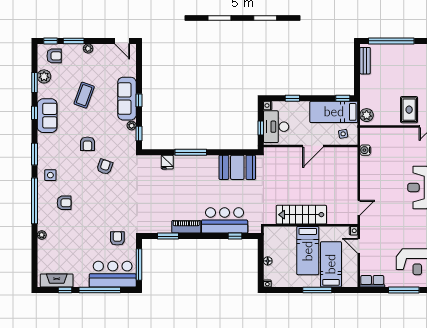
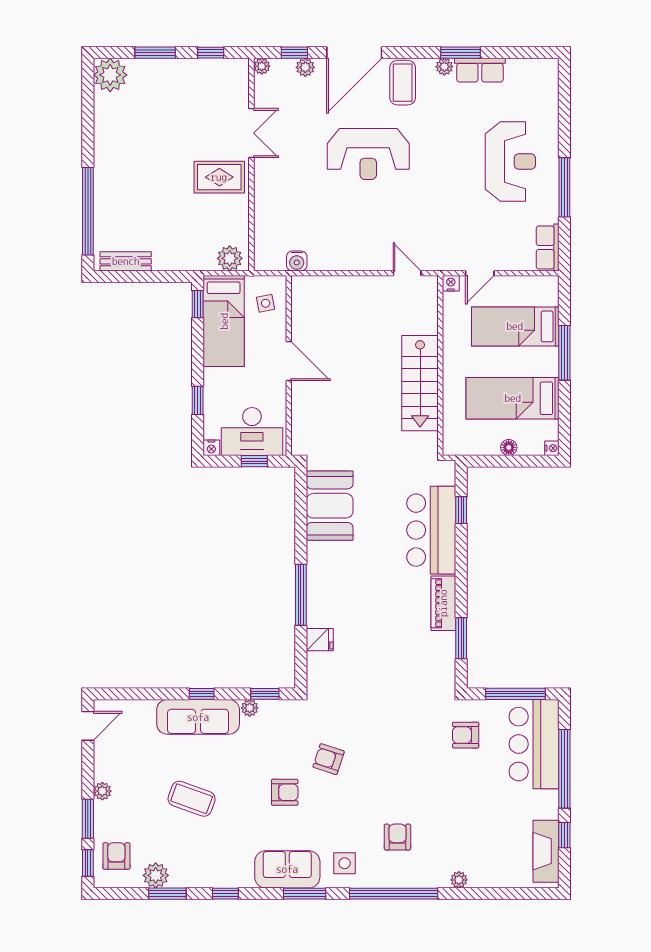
sofa: (47, 116) -> (287, 869), moved
bed: (308, 251) -> (513, 398), moved, turned 180

